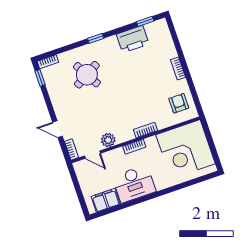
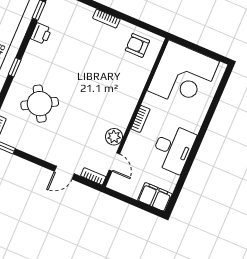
printer: (133, 39) -> (41, 34), width x0.53, depth x0.68
bookcase: (145, 130) -> (135, 96), removed
door: (93, 155) -> (114, 162), hinge flipped
filing cabinet: (106, 200) -> (155, 197), moved, turned 90

